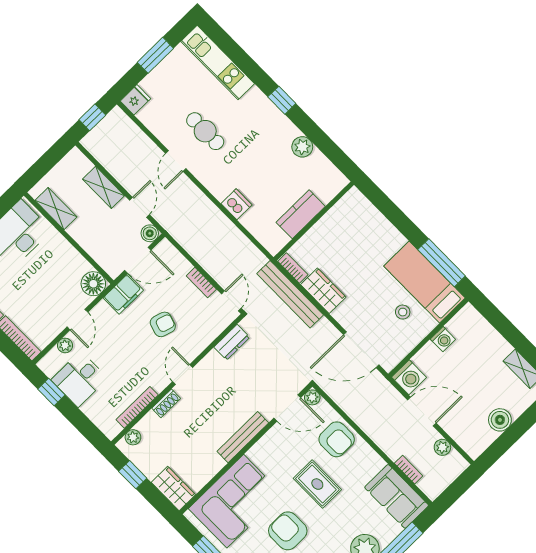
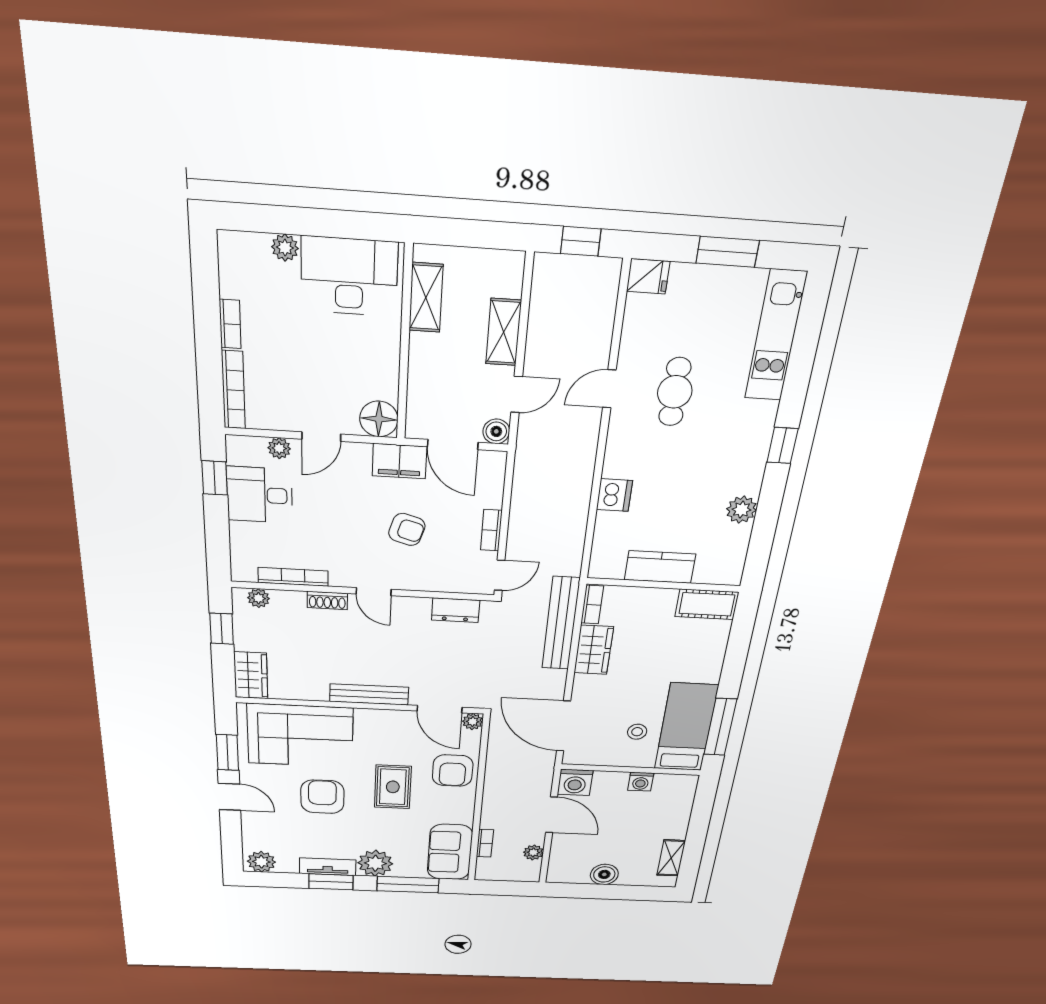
cot: (347, 208) -> (707, 604), added
door: (183, 374) -> (374, 592), swing flipped

